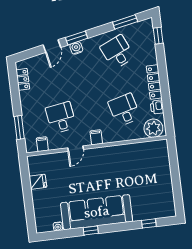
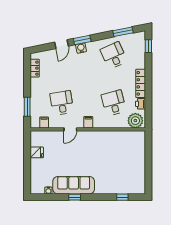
sofa: (97, 212) -> (74, 185), width x0.74, depth x0.79

